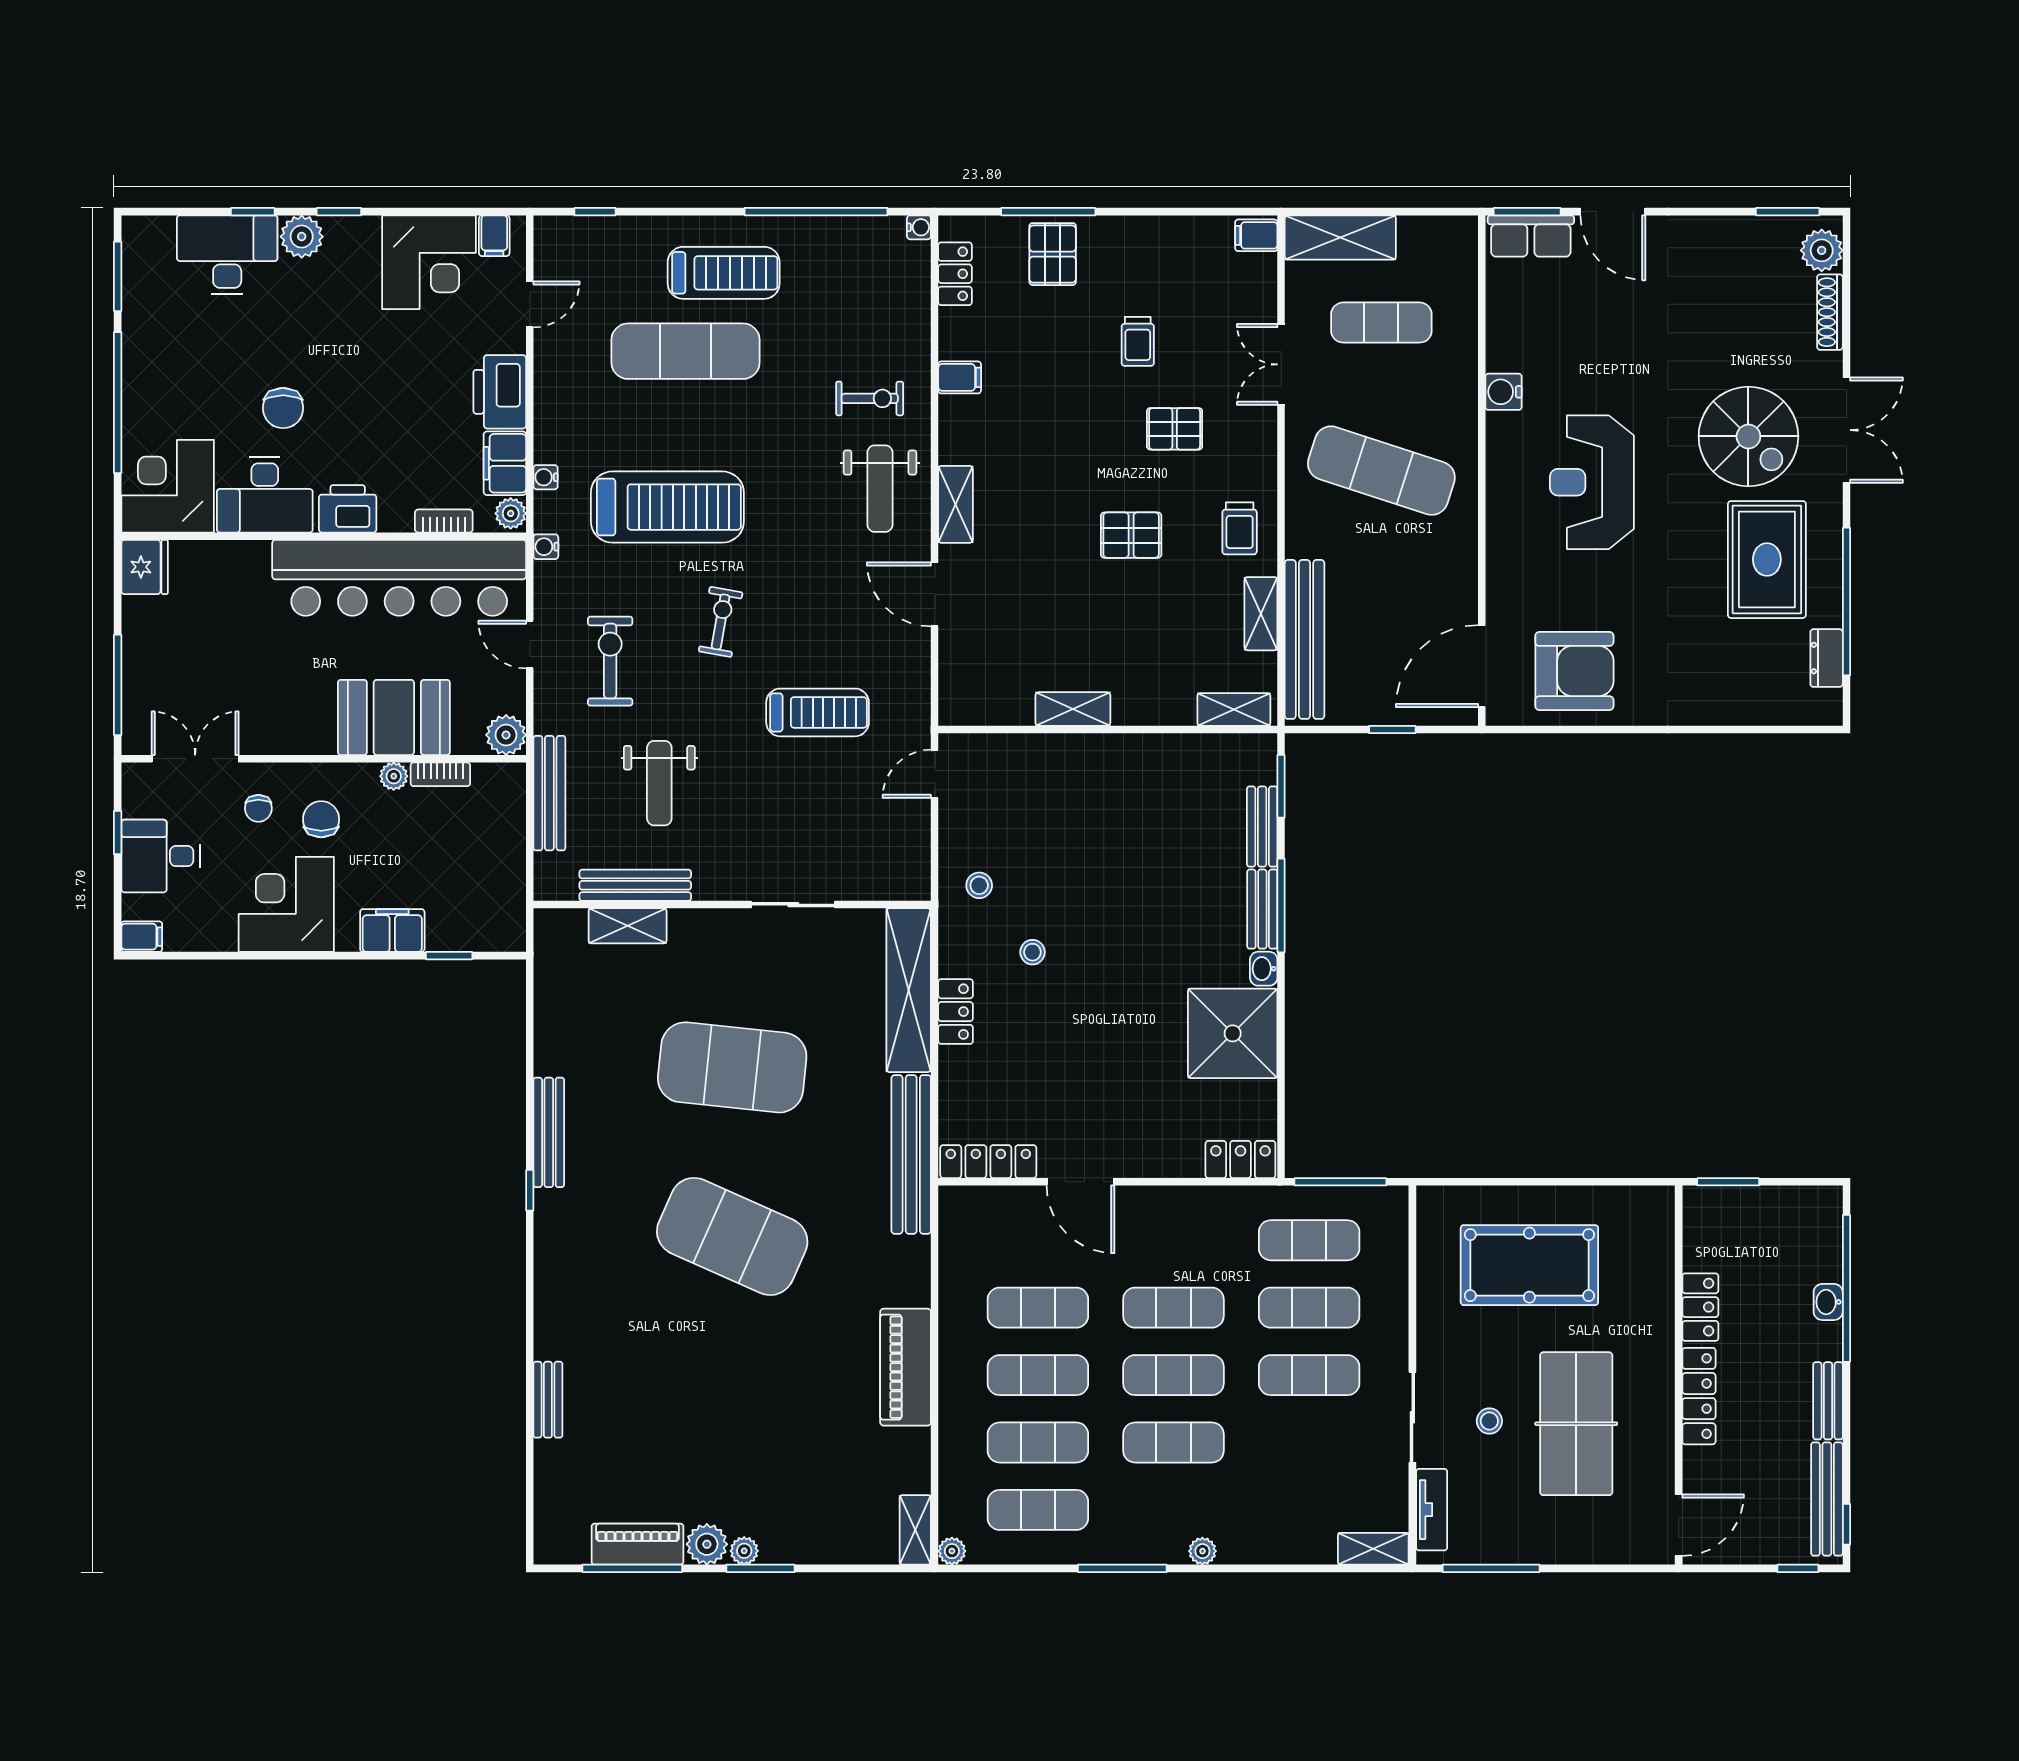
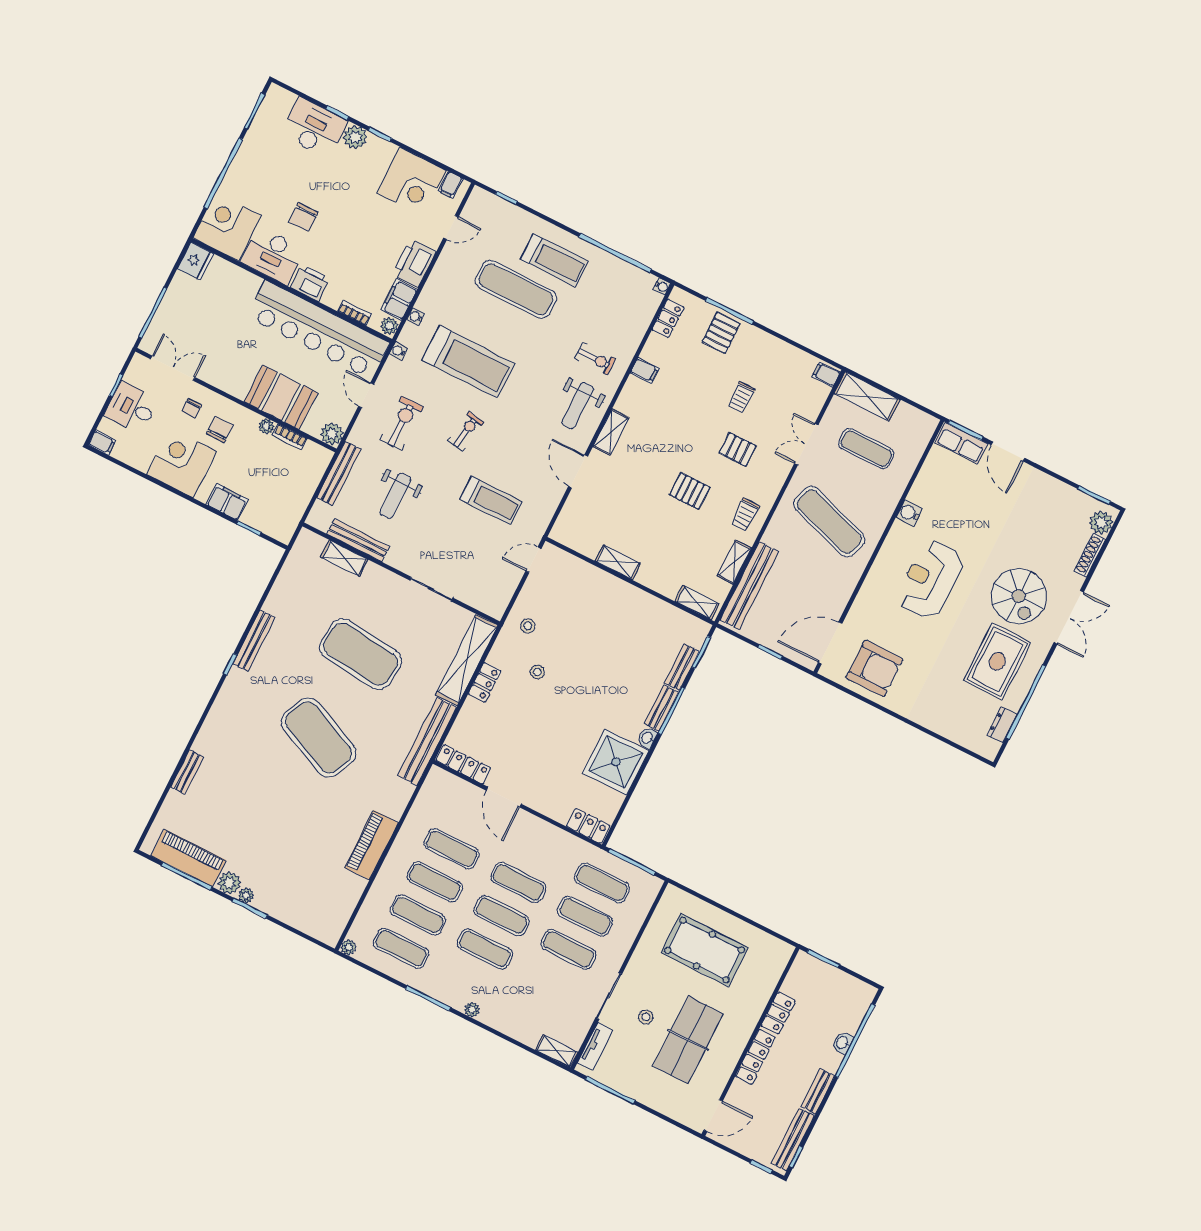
shelving: (915, 1530) -> (336, 928), removed
piano: (637, 1544) -> (189, 858), width x1.37, depth x1.33

